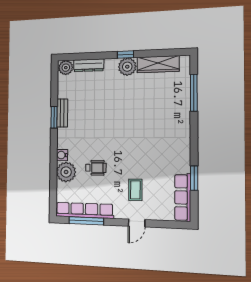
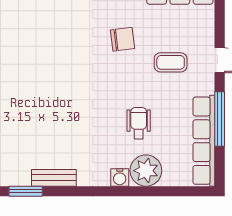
window: (54, 117) -> (26, 191), moved
chair: (151, 158) -> (122, 39), added
window: (86, 221) -> (220, 119), moved

